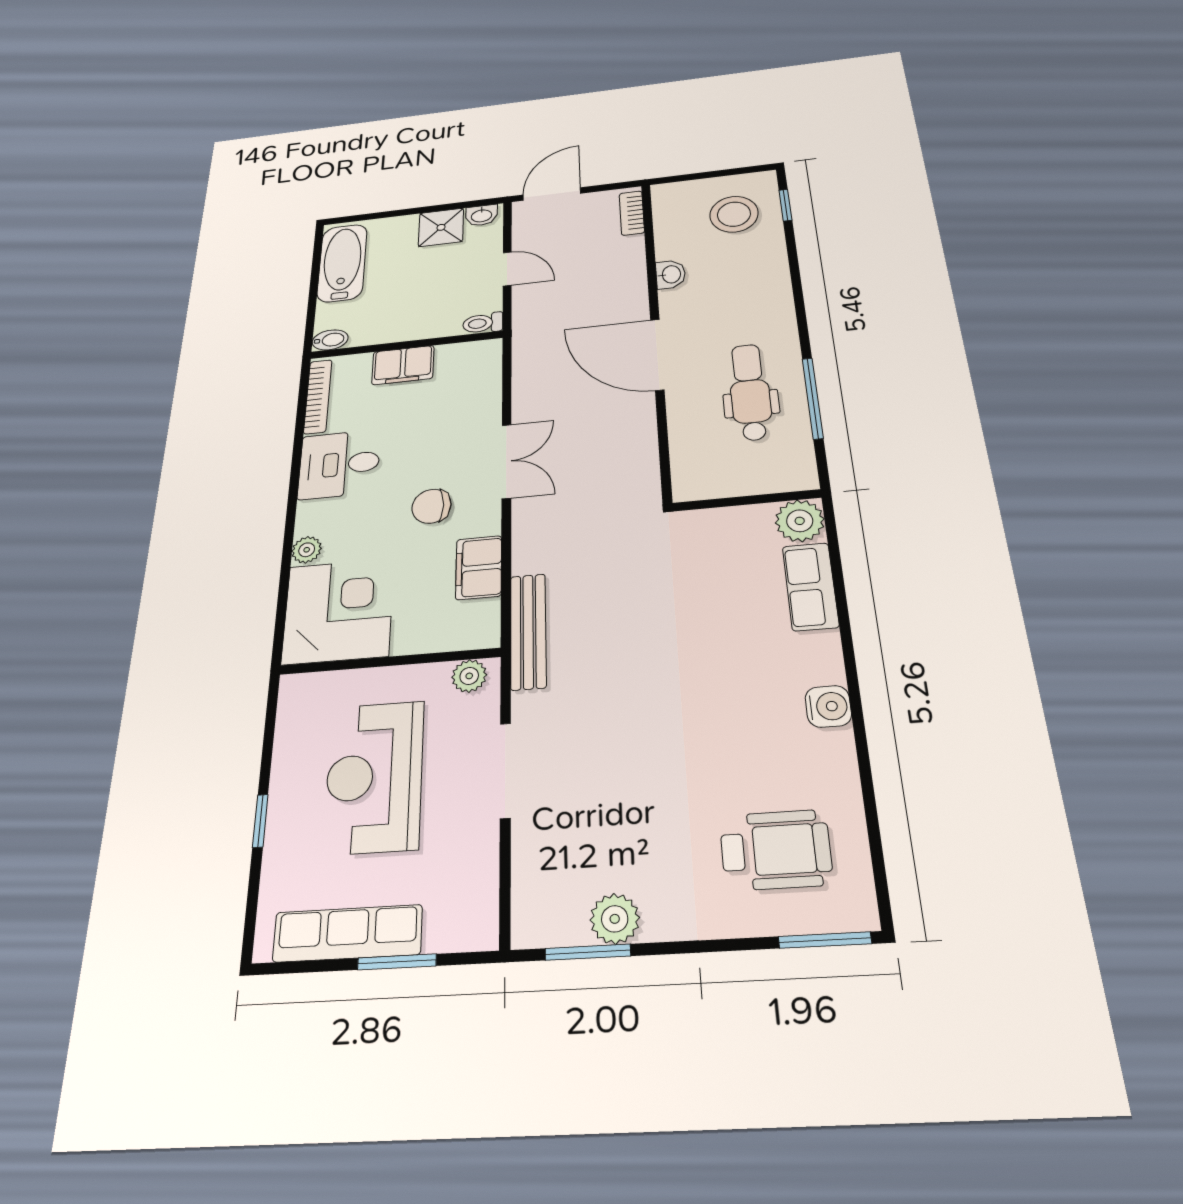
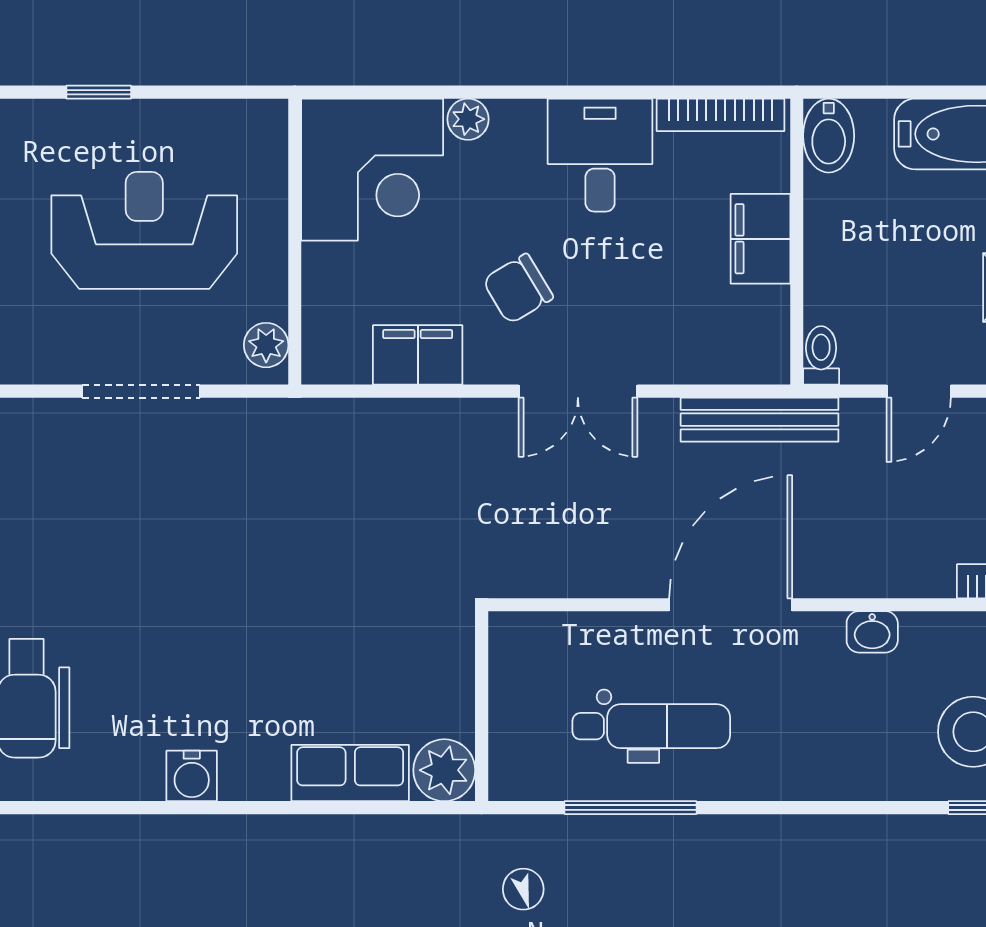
bidet: (330, 340) -> (829, 136), width x1.38, depth x1.36
chair: (431, 506) -> (518, 289), turned -121
bench: (528, 631) -> (760, 420), moved

